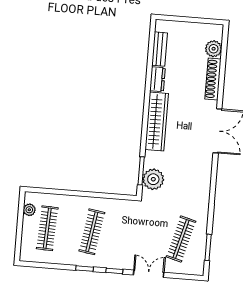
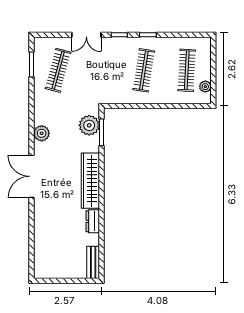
bench: (160, 49) -> (93, 262), moved
plant: (214, 49) -> (42, 133), moved
shoe rack: (213, 79) -> (40, 226), removed

